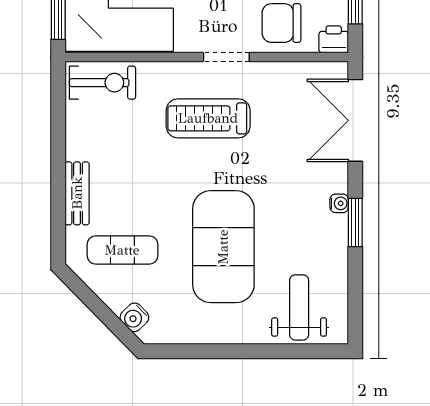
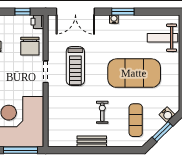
exercise bike: (102, 83) -> (102, 112), moved, width x0.73, depth x0.72
treadmill: (208, 118) -> (75, 66), moved
bench: (77, 193) -> (92, 141), moved
window: (98, 307) -> (162, 132), added

